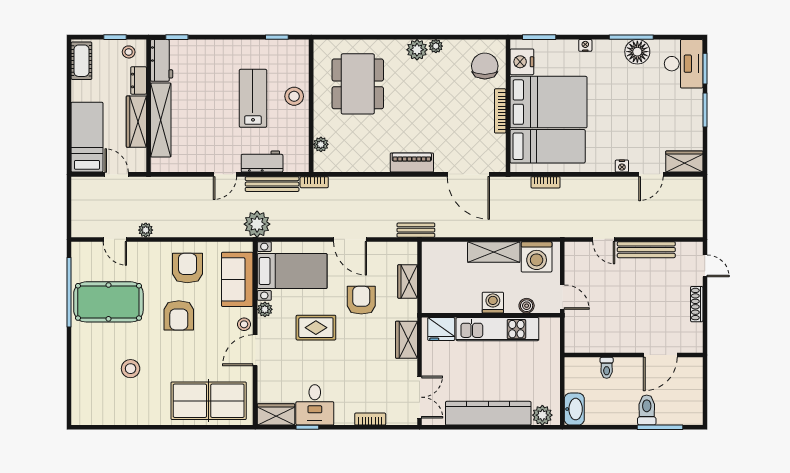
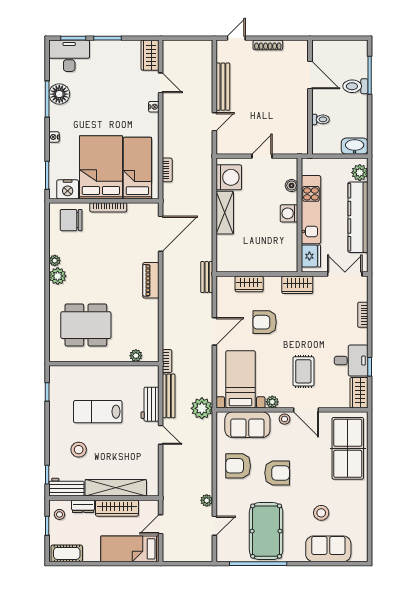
stool: (294, 96) -> (79, 450), moved
washing machine: (493, 303) -> (289, 213), moved
boiler: (527, 306) -> (292, 186), moved
wall: (491, 315) -> (300, 215), moved
rug: (316, 328) -> (303, 371), moved
fridge: (441, 329) -> (311, 256), moved
kitchen unit: (497, 329) -> (311, 210), moved
sofa: (87, 377) -> (328, 549), added

